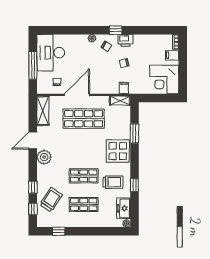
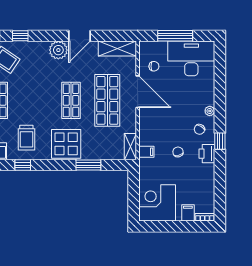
door: (33, 141) -> (80, 36), swing flipped
shop shelf: (84, 176) -> (71, 100), moved

